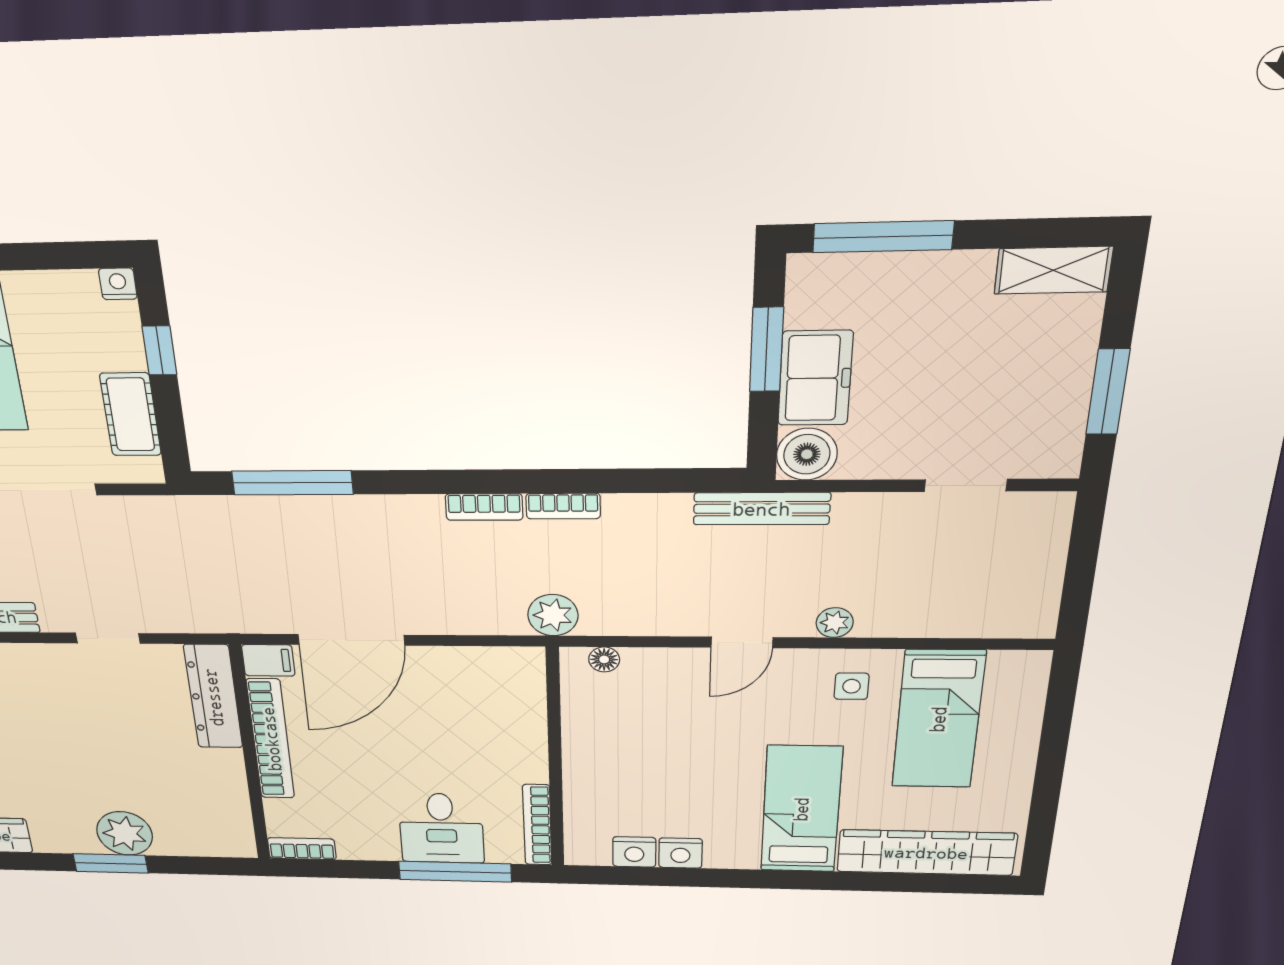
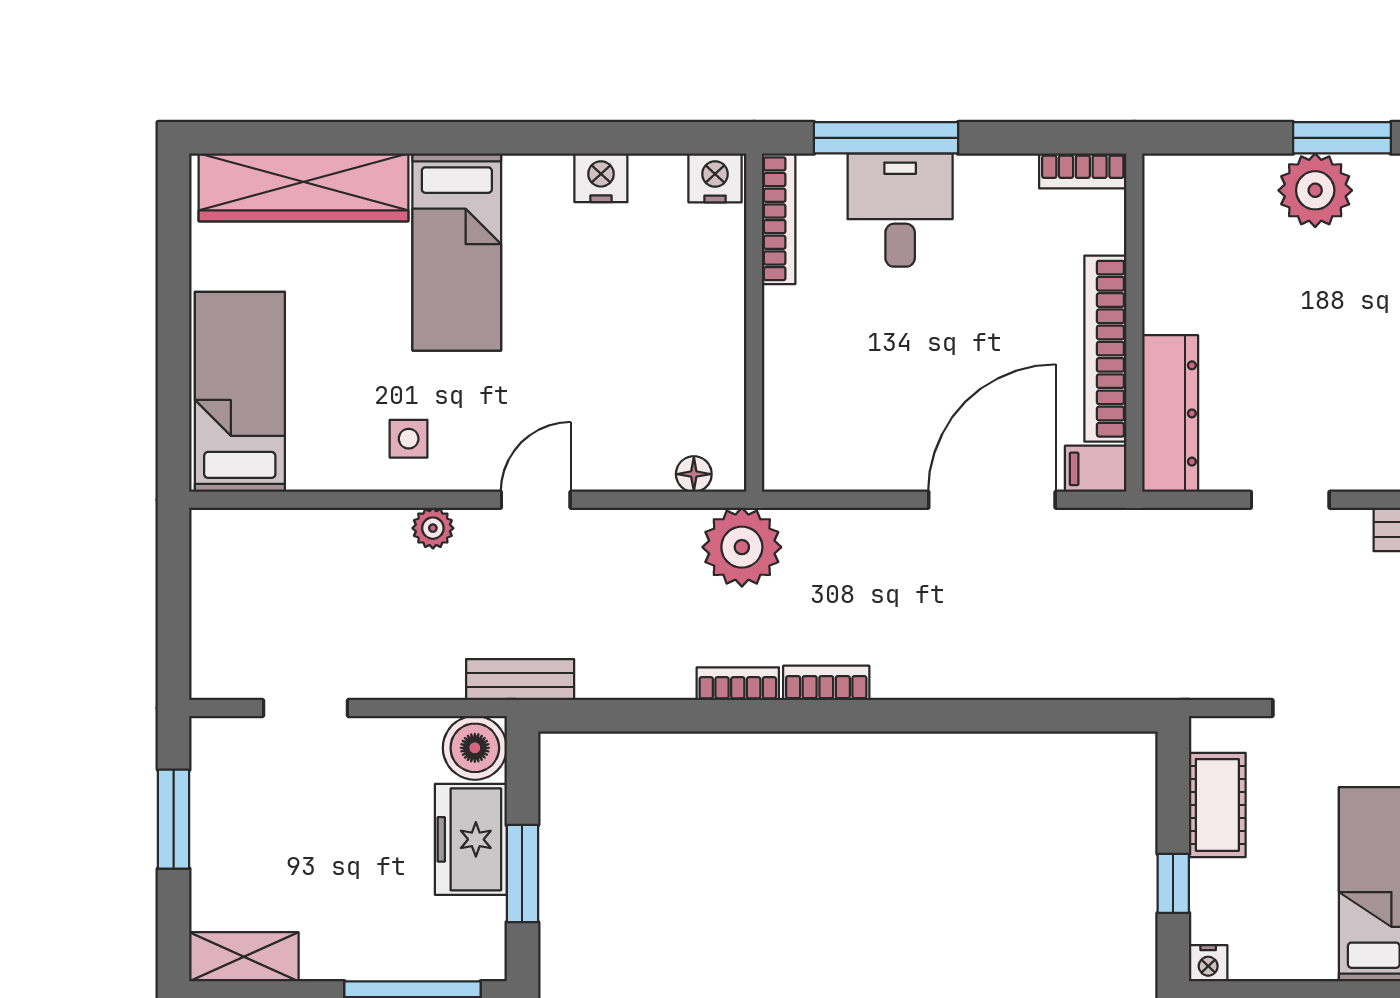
window: (292, 483) -> (1042, 716), removed
bench: (762, 509) -> (520, 680), width x0.73
plant: (553, 615) -> (742, 547), width x1.36, depth x1.36
bed: (938, 719) -> (240, 392), moved
nightstand: (634, 852) -> (715, 178), moved

